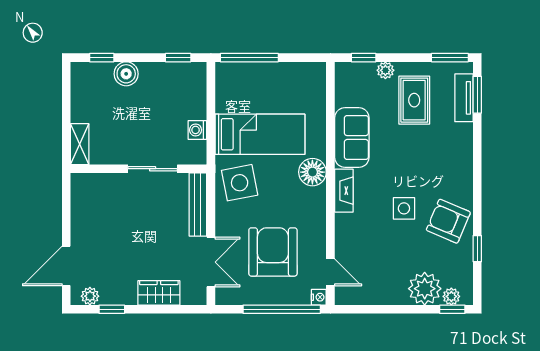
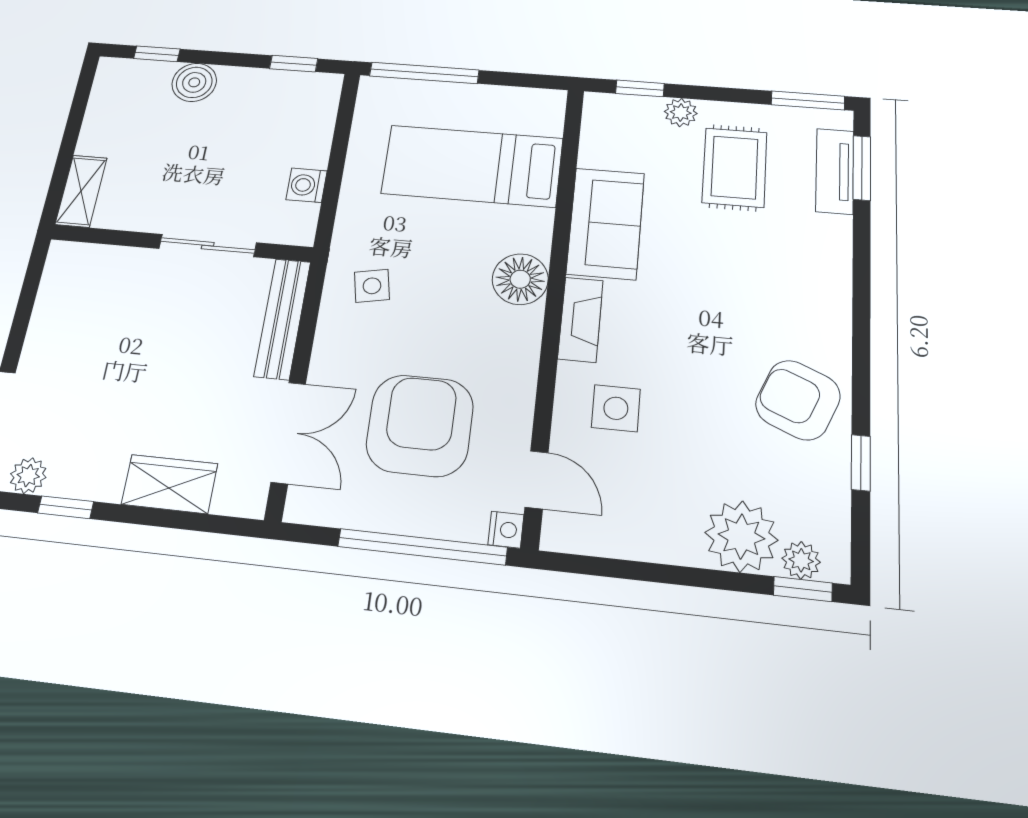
bed: (260, 134) -> (472, 166), moved, turned 180
side table: (240, 183) -> (372, 286), width x0.54, depth x0.54
side table: (404, 208) -> (616, 408), moved

